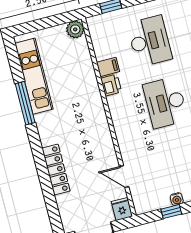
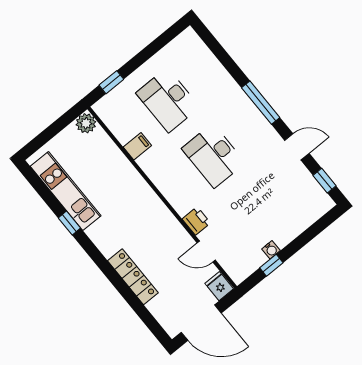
desk: (150, 41) -> (168, 100), turned 180
printer: (111, 85) -> (196, 221), moved
window: (25, 103) -> (69, 223), width x0.46

